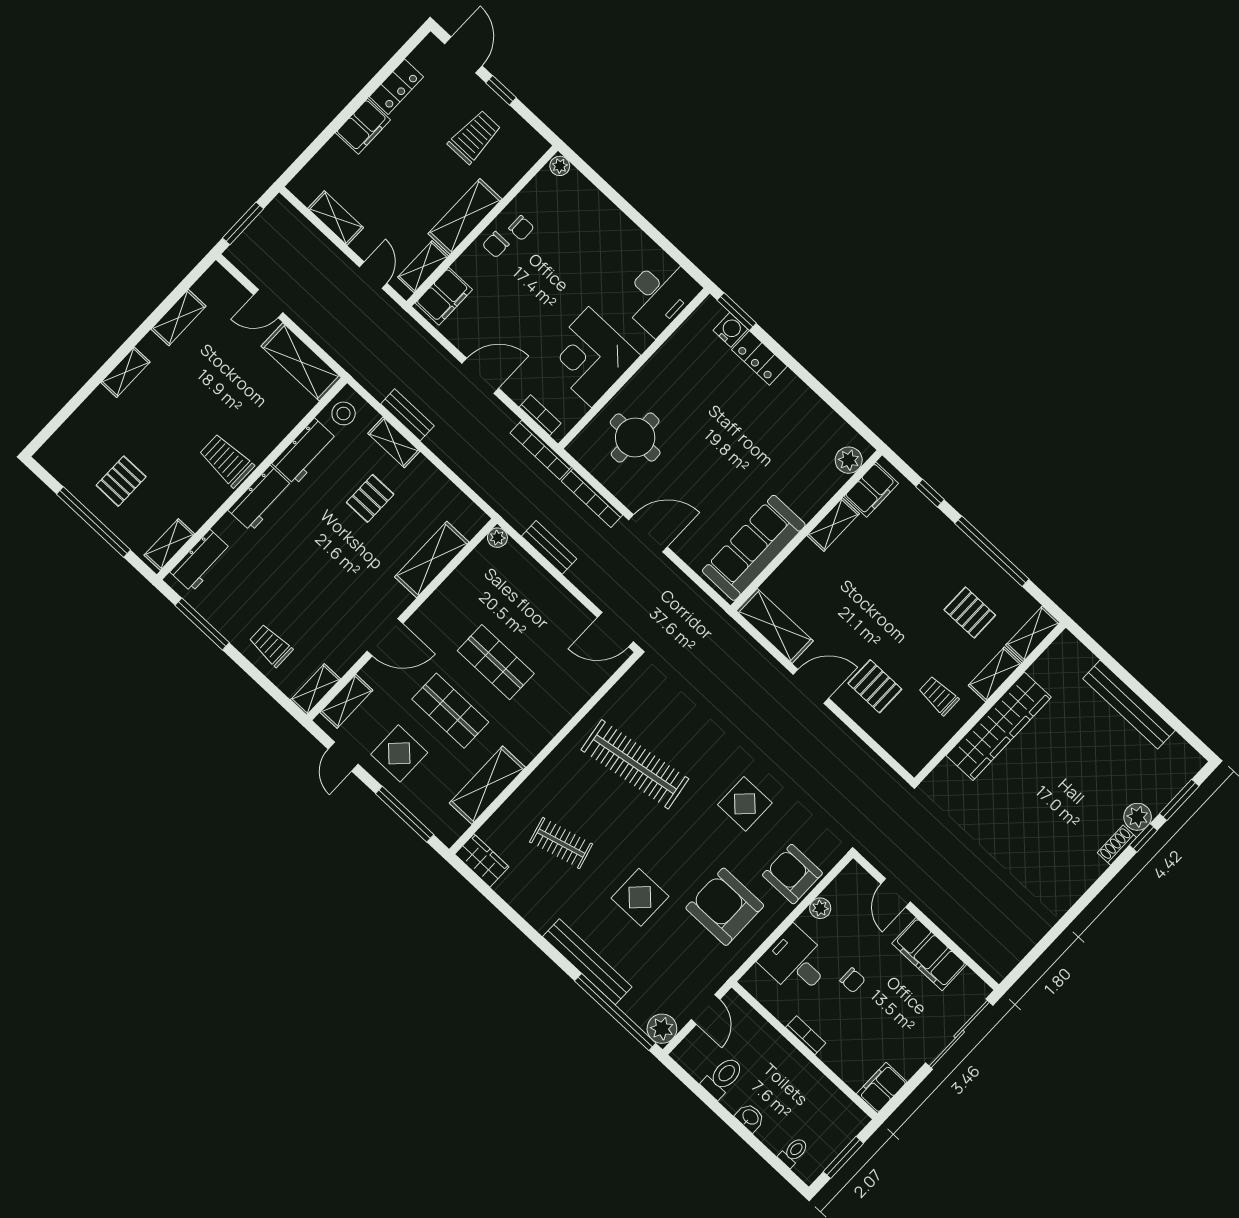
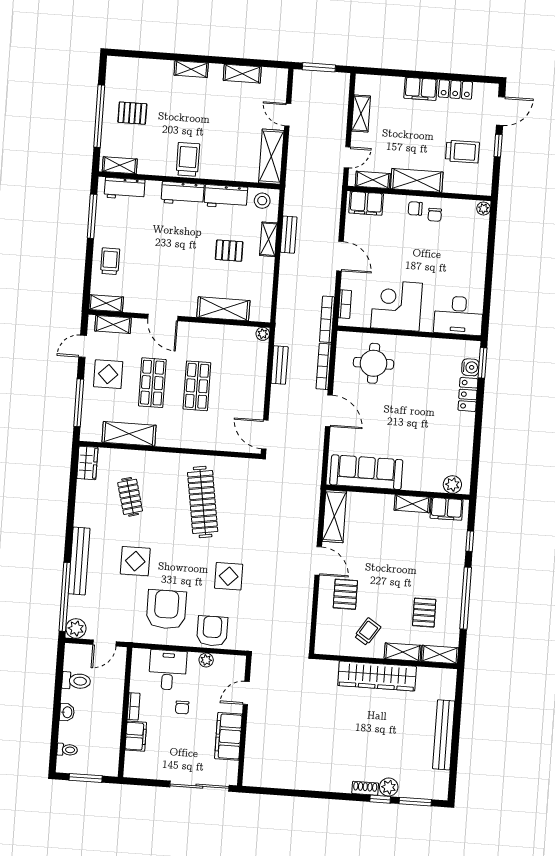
trolley: (939, 696) -> (368, 632), turned 33
filing cabinet: (882, 1088) -> (136, 736), moved, turned 90

